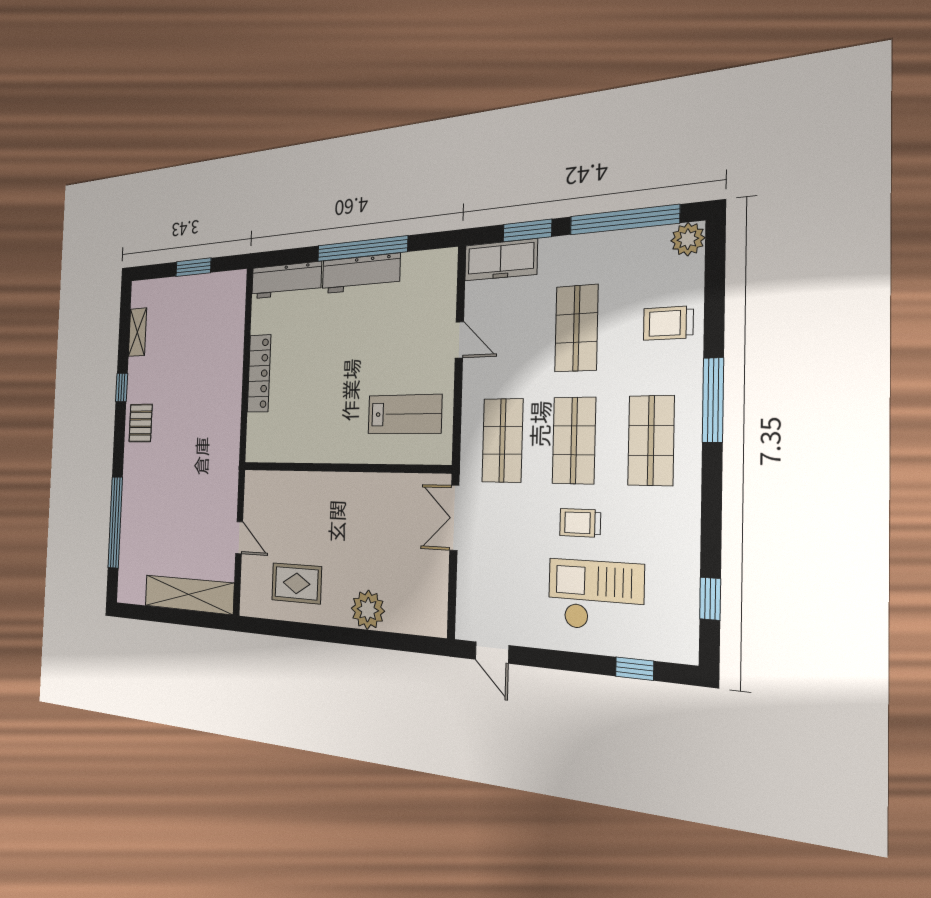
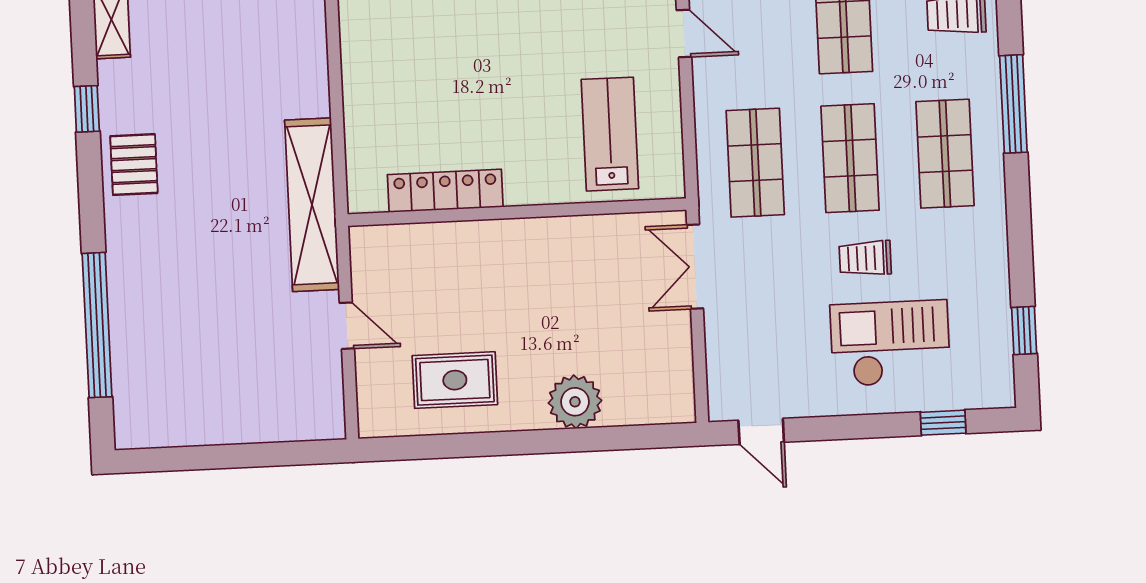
locker: (259, 373) -> (445, 191), moved, turned -90
lab bench: (405, 414) -> (610, 134), turned -90
shelving: (189, 595) -> (312, 205), moved, turned 90

